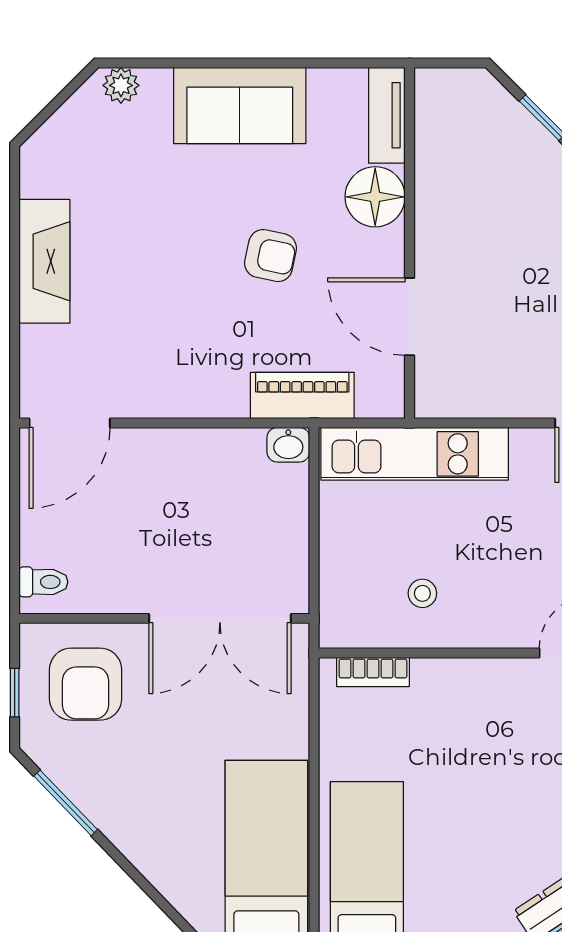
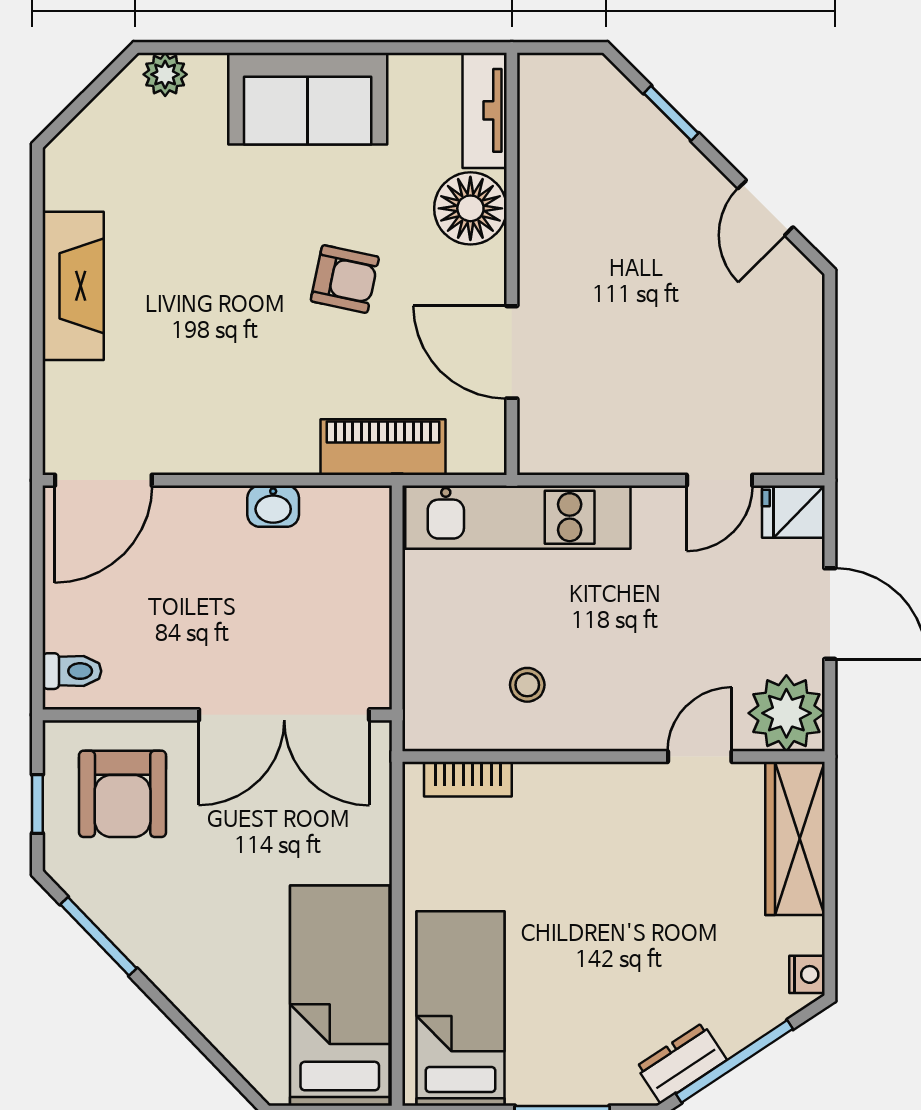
washbasin: (288, 445) -> (273, 506), moved

